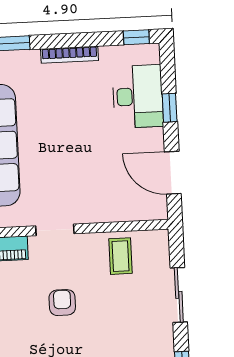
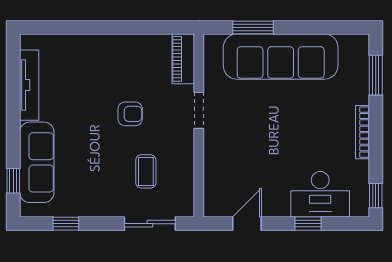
door: (173, 173) -> (247, 224), width x0.73
coffee table: (121, 256) -> (146, 171), moved, turned 90
sliding door: (179, 295) -> (150, 224), moved

